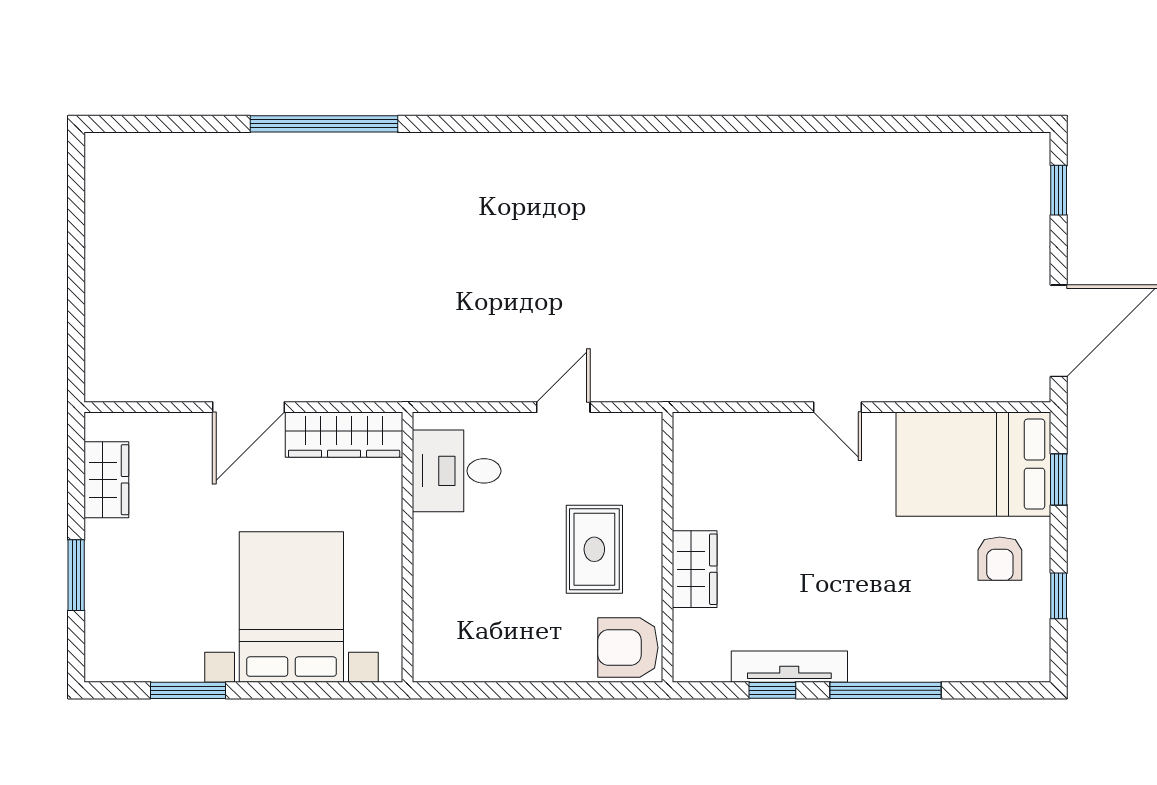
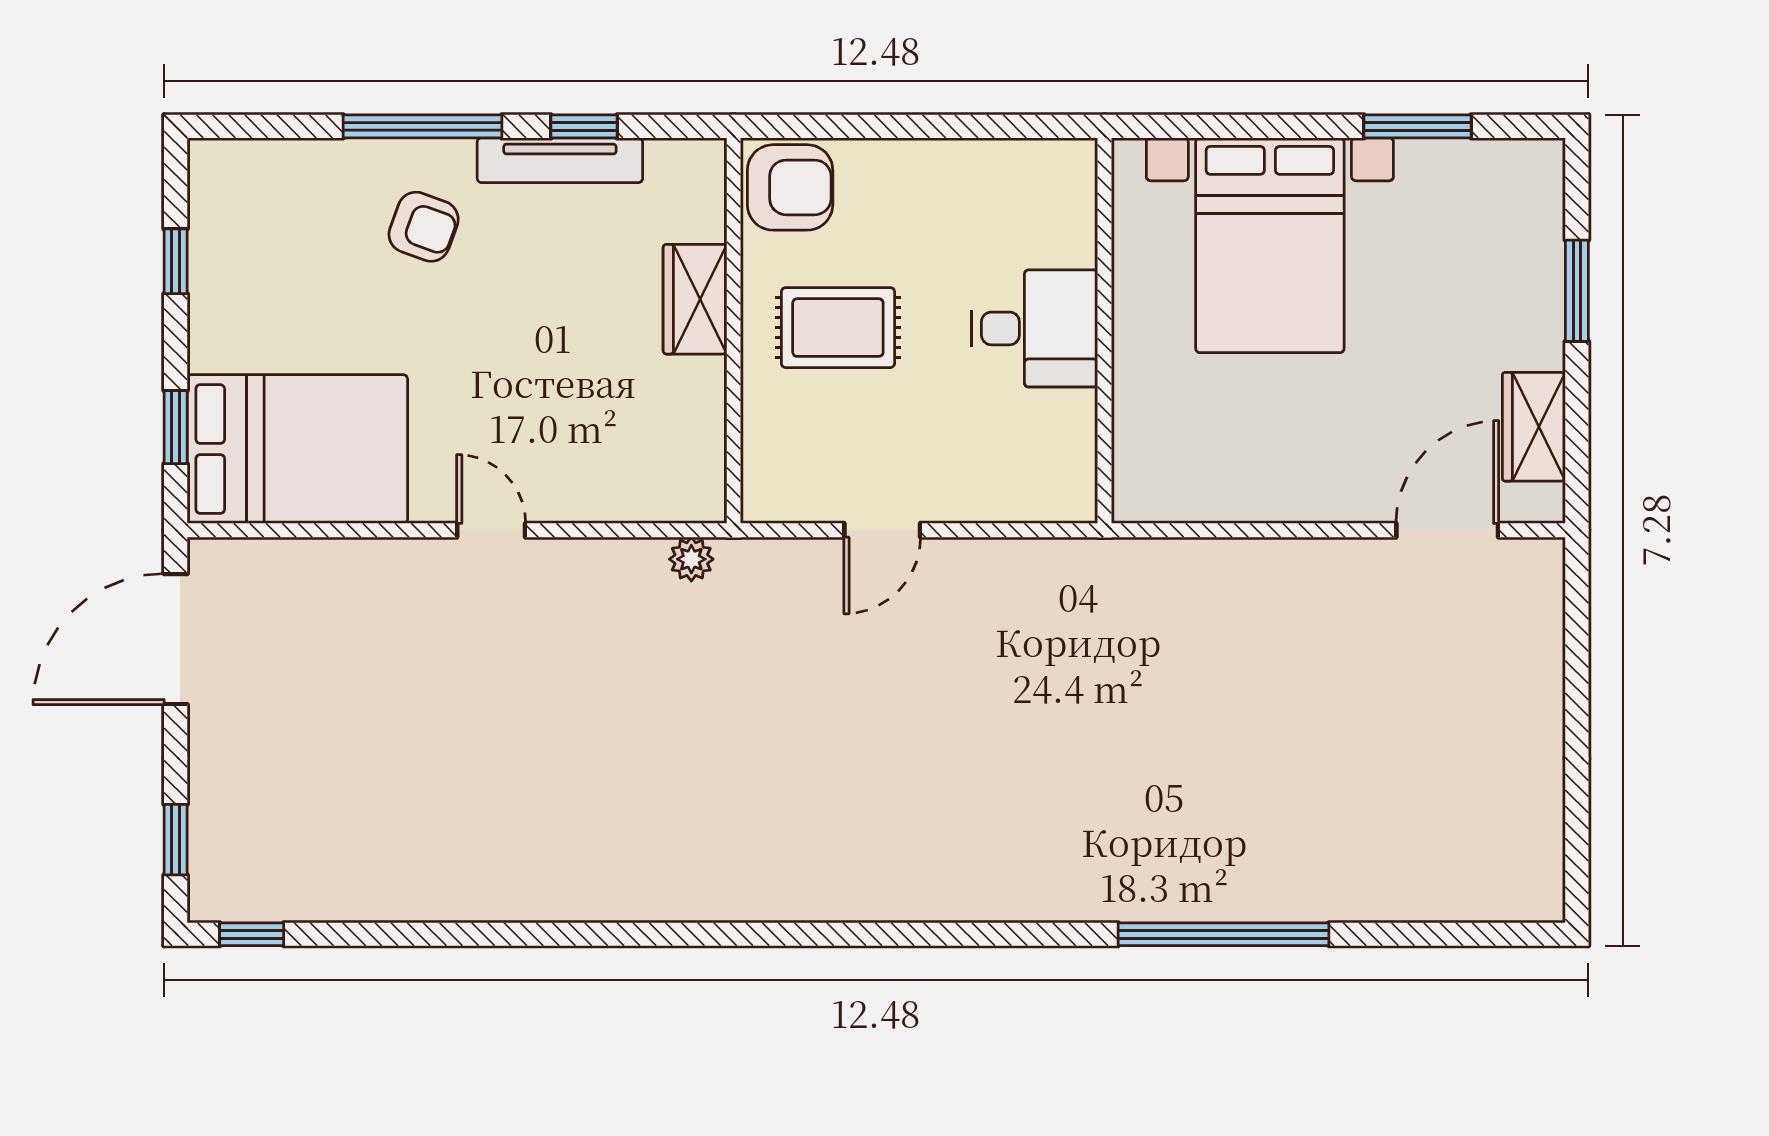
window: (1005, 124) -> (252, 934), added
plant: (697, 387) -> (691, 559), added
door: (249, 407) -> (1447, 530), moved
wardrobe: (344, 435) -> (1195, 491), removed
desk: (457, 471) -> (1035, 328), moved
rug: (594, 549) -> (838, 328), turned 90
armchair: (1000, 559) -> (424, 227), moved, turned 110

